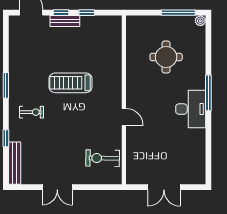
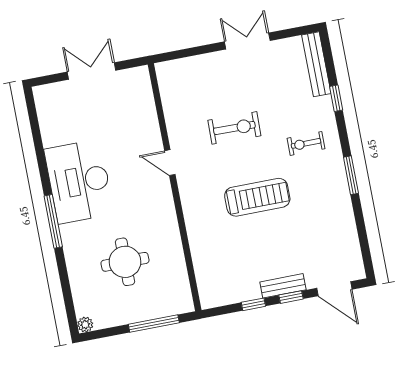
window: (178, 13) -> (154, 323), moved
desk: (191, 109) -> (79, 181), width x1.36, depth x1.30
exercise bike: (103, 158) -> (234, 128), moved

